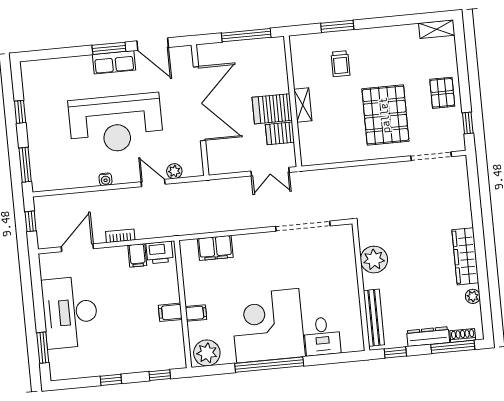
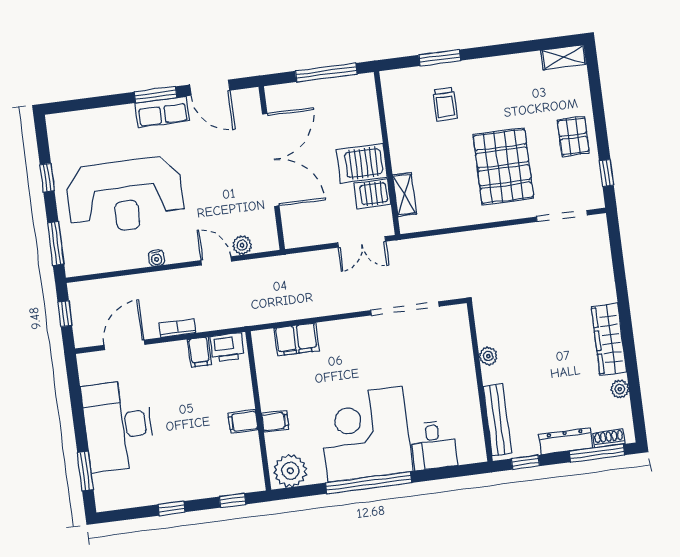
shelving: (303, 105) -> (405, 194), moved
reception desk: (116, 124) -> (125, 195), moved
plant: (374, 260) -> (488, 356), width x0.53, depth x0.53

